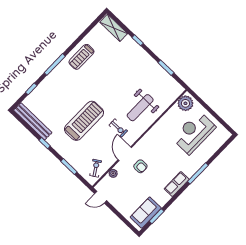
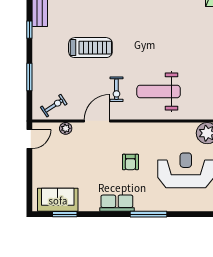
treadmill: (84, 121) -> (90, 48), width x0.73, depth x0.73
armchair: (140, 166) -> (130, 162), moved
door: (101, 197) -> (29, 139), swing flipped

